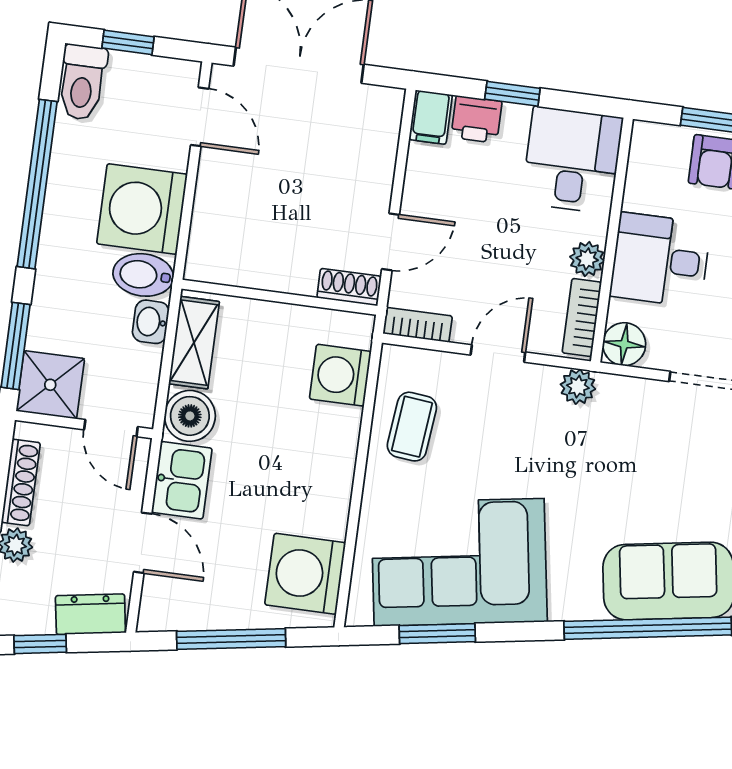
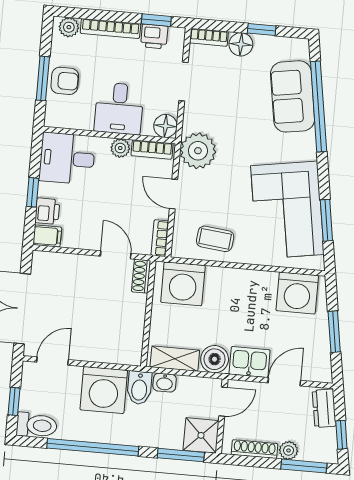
washing machine: (340, 375) -> (183, 284), width x1.37, depth x1.37
plant: (578, 387) -> (198, 151), width x1.88, depth x1.88
window: (231, 639) -> (334, 332), width x0.69

